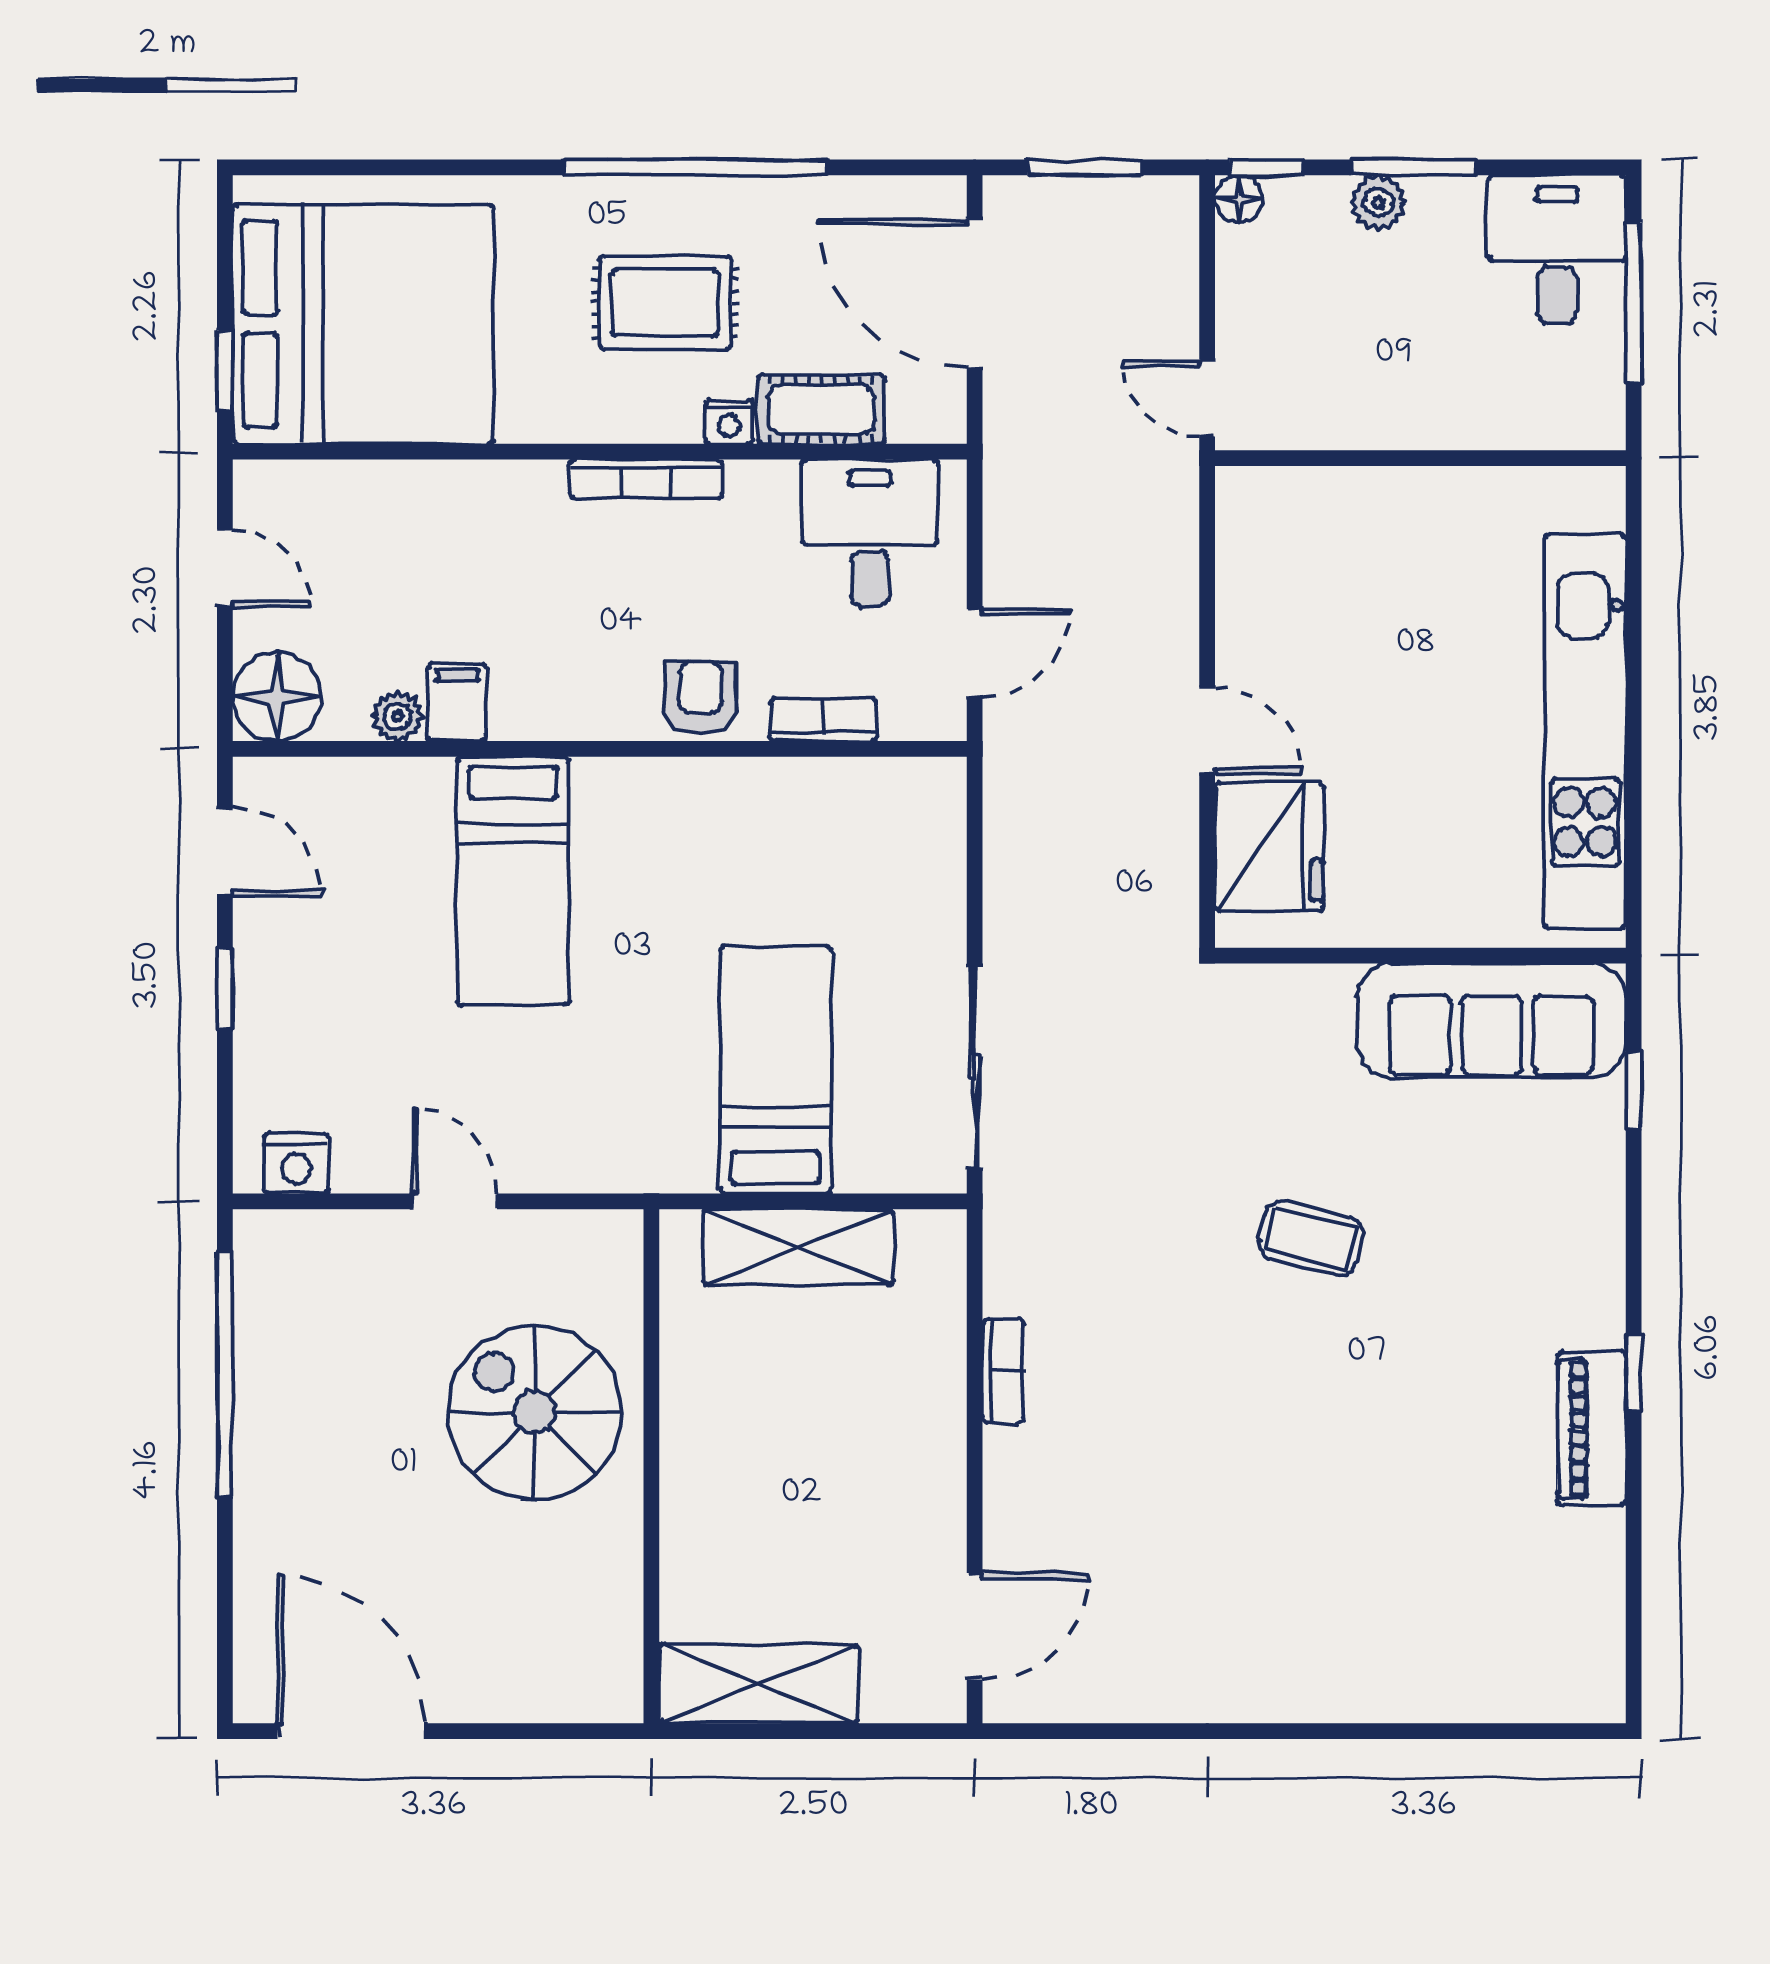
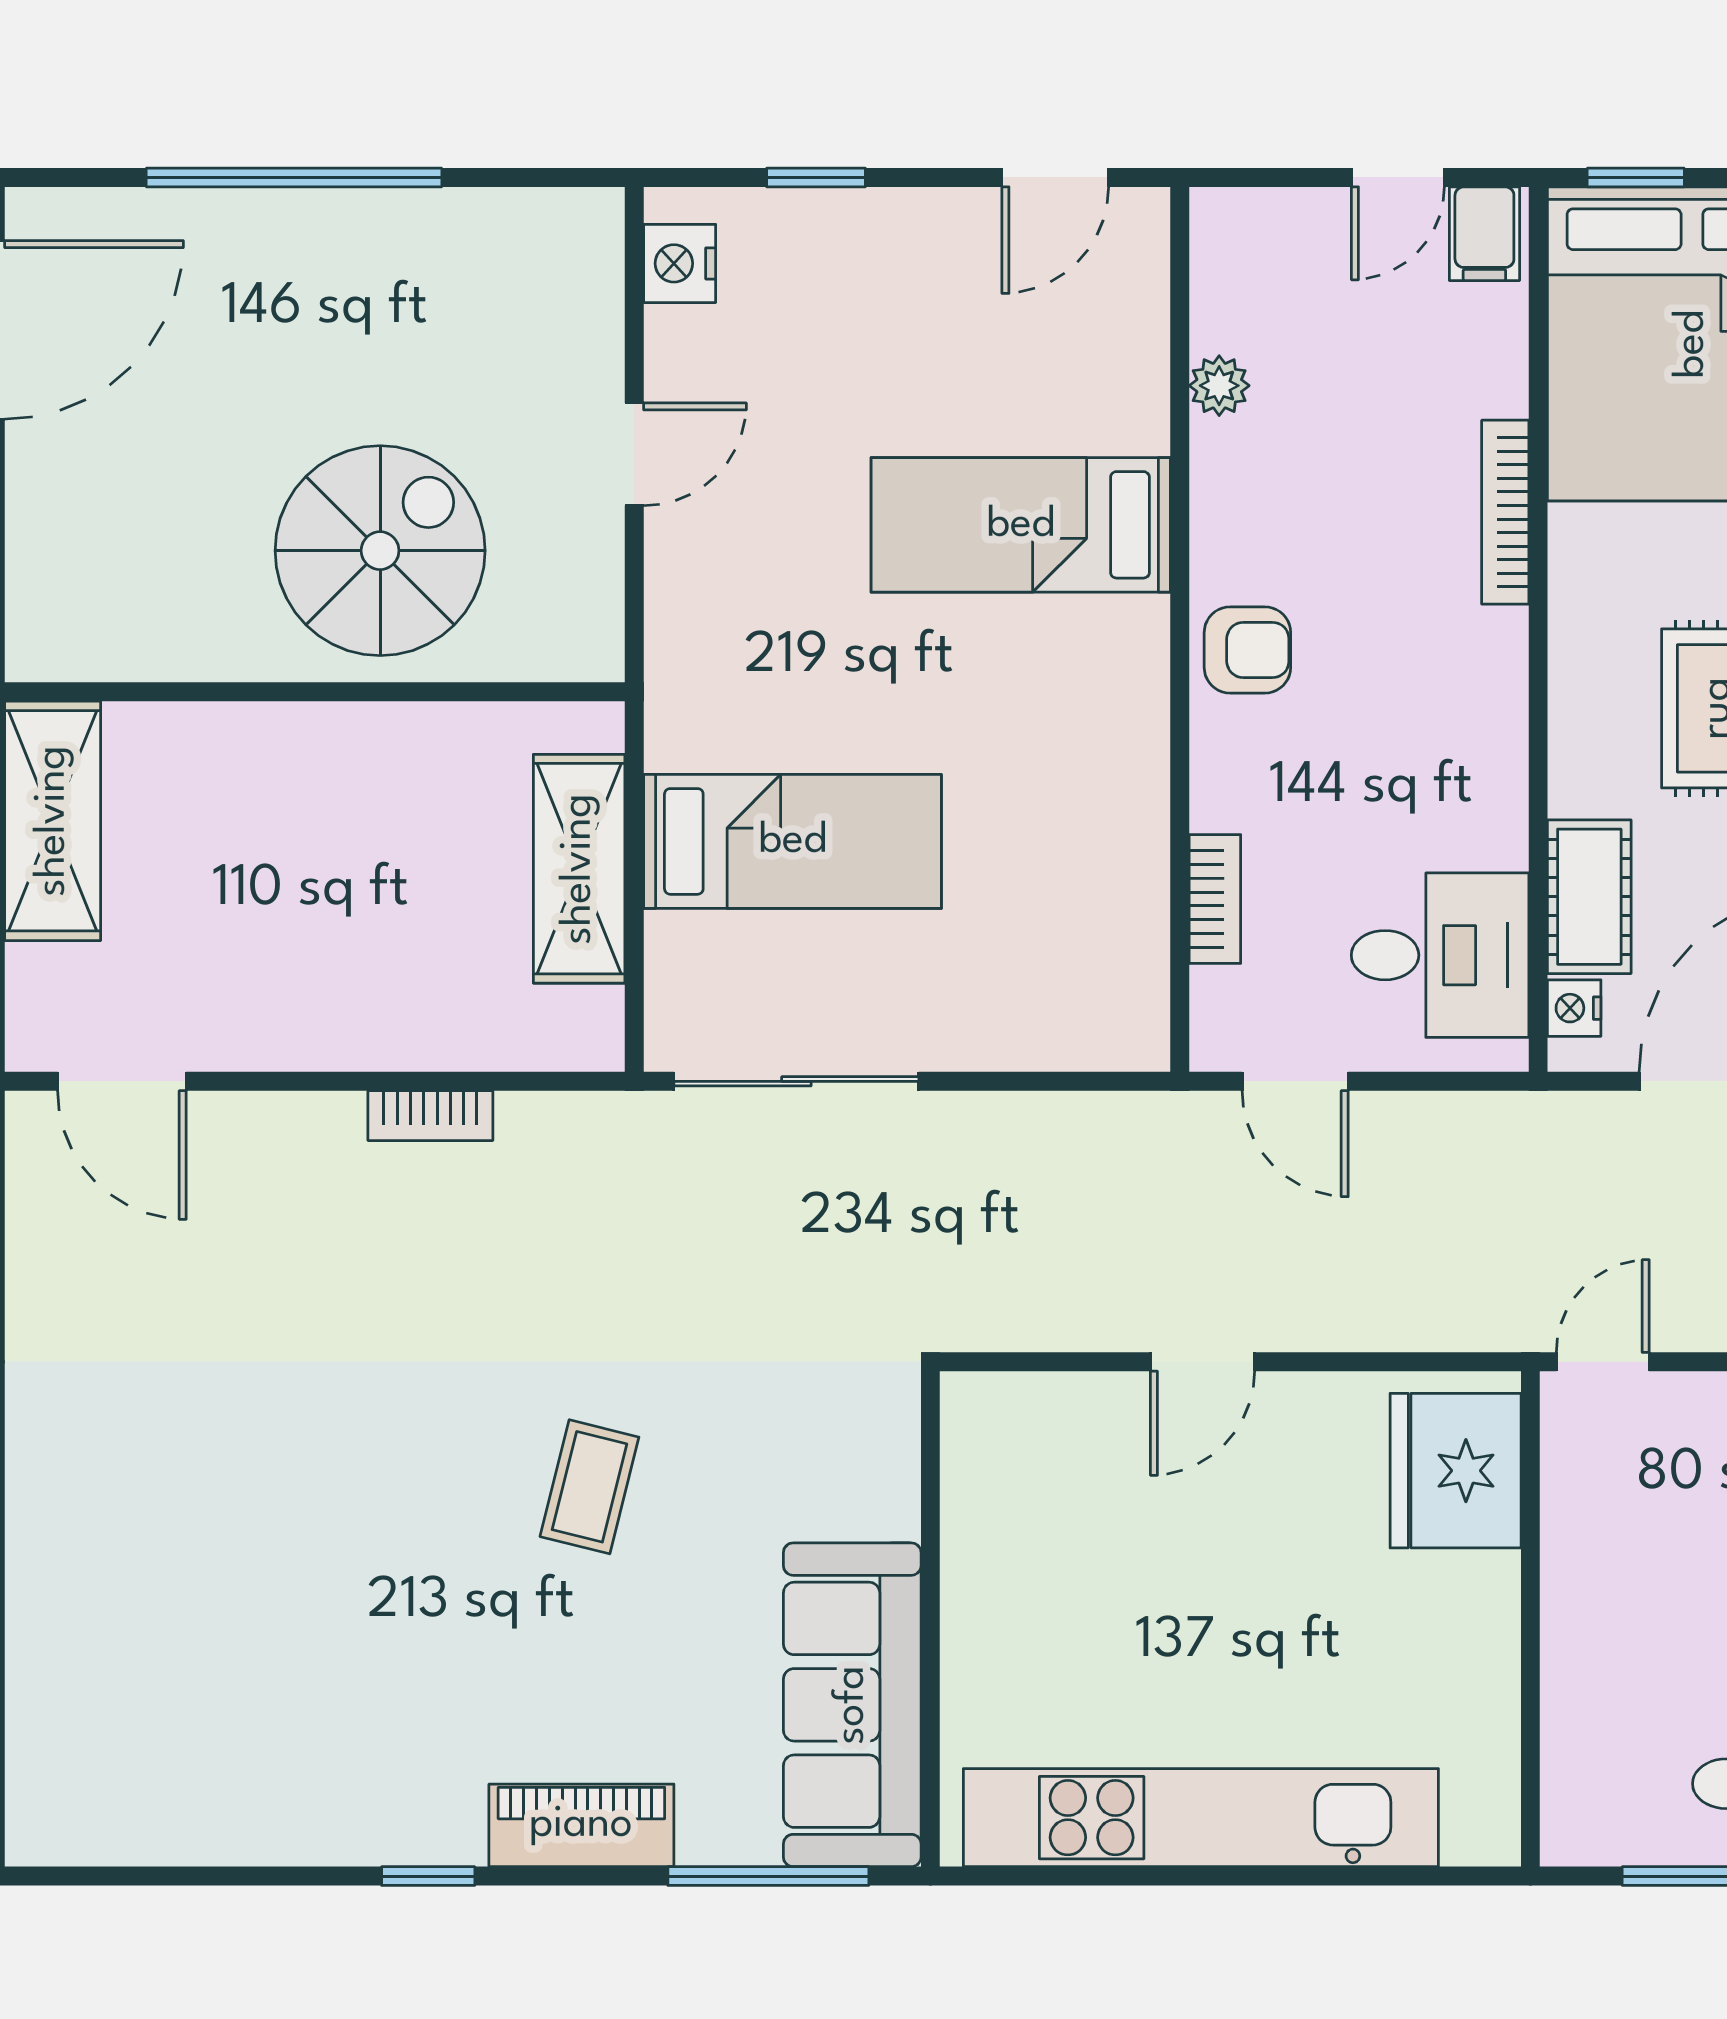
nightstand: (729, 422) -> (1574, 1008), moved
bookcase: (646, 479) -> (1505, 512), moved
floor lamp: (277, 697) -> (1243, 240), removed
armchair: (701, 698) -> (1247, 650), moved
filing cabinet: (457, 702) -> (1484, 234), moved, turned 90
fridge: (1269, 847) -> (1456, 1471), moved, turned 90
window: (225, 988) -> (816, 177), moved
window: (1634, 1090) -> (768, 1876), width x2.17
window: (225, 1374) -> (294, 177), moved
piano: (1592, 1429) -> (581, 1825), moved

